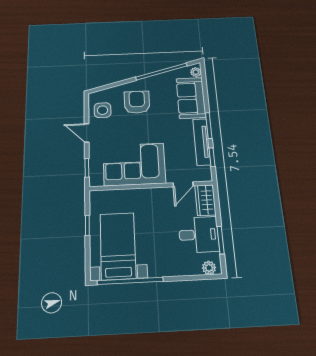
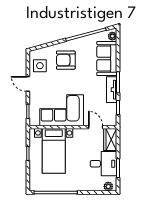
armchair: (137, 102) -> (66, 60), turned -90
tv unit: (202, 142) -> (112, 90), width x0.71
door: (183, 184) -> (96, 127), swing flipped
bed with nightstands: (118, 246) -> (54, 151), moved, turned 180

